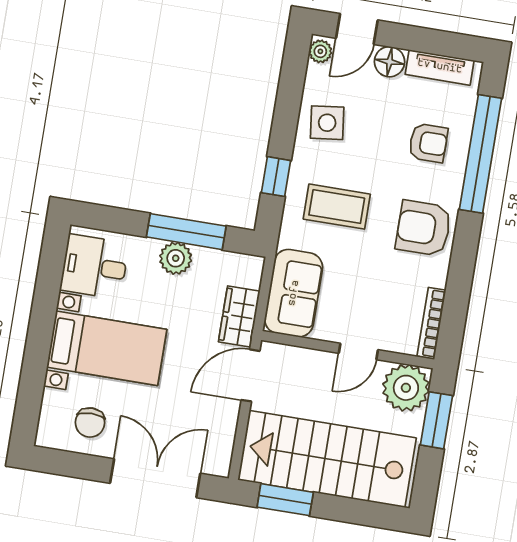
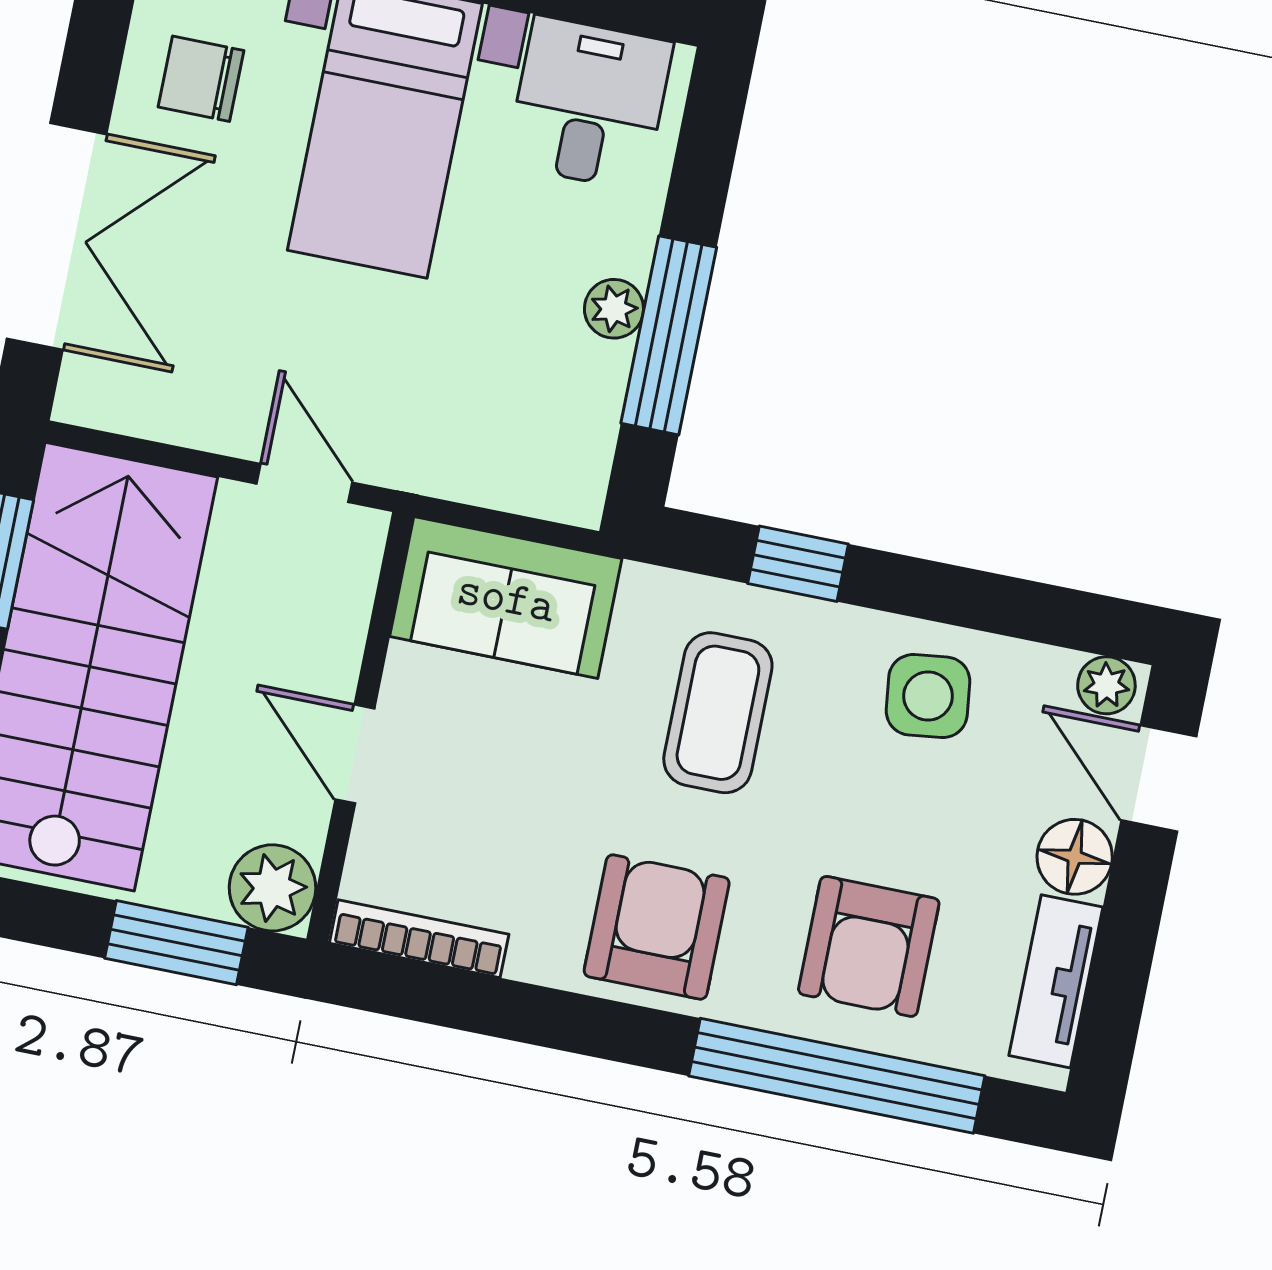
armchair: (428, 143) -> (869, 946), width x1.38, depth x1.38
plant: (176, 258) -> (614, 309), width x0.73, depth x0.73
wardrobe: (239, 316) -> (453, 460), removed
door: (251, 375) -> (305, 483), width x0.73
plant: (406, 388) -> (272, 888), width x0.73, depth x0.73

